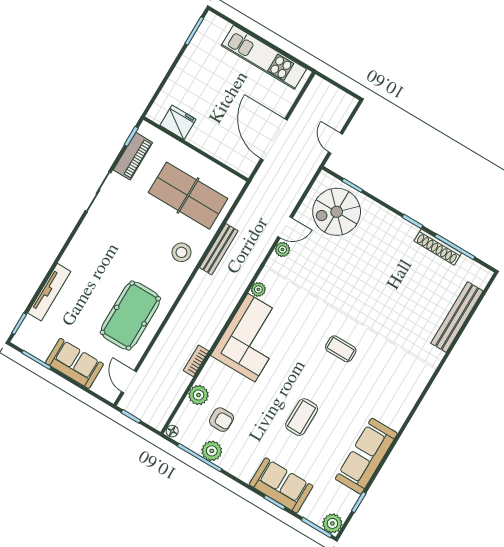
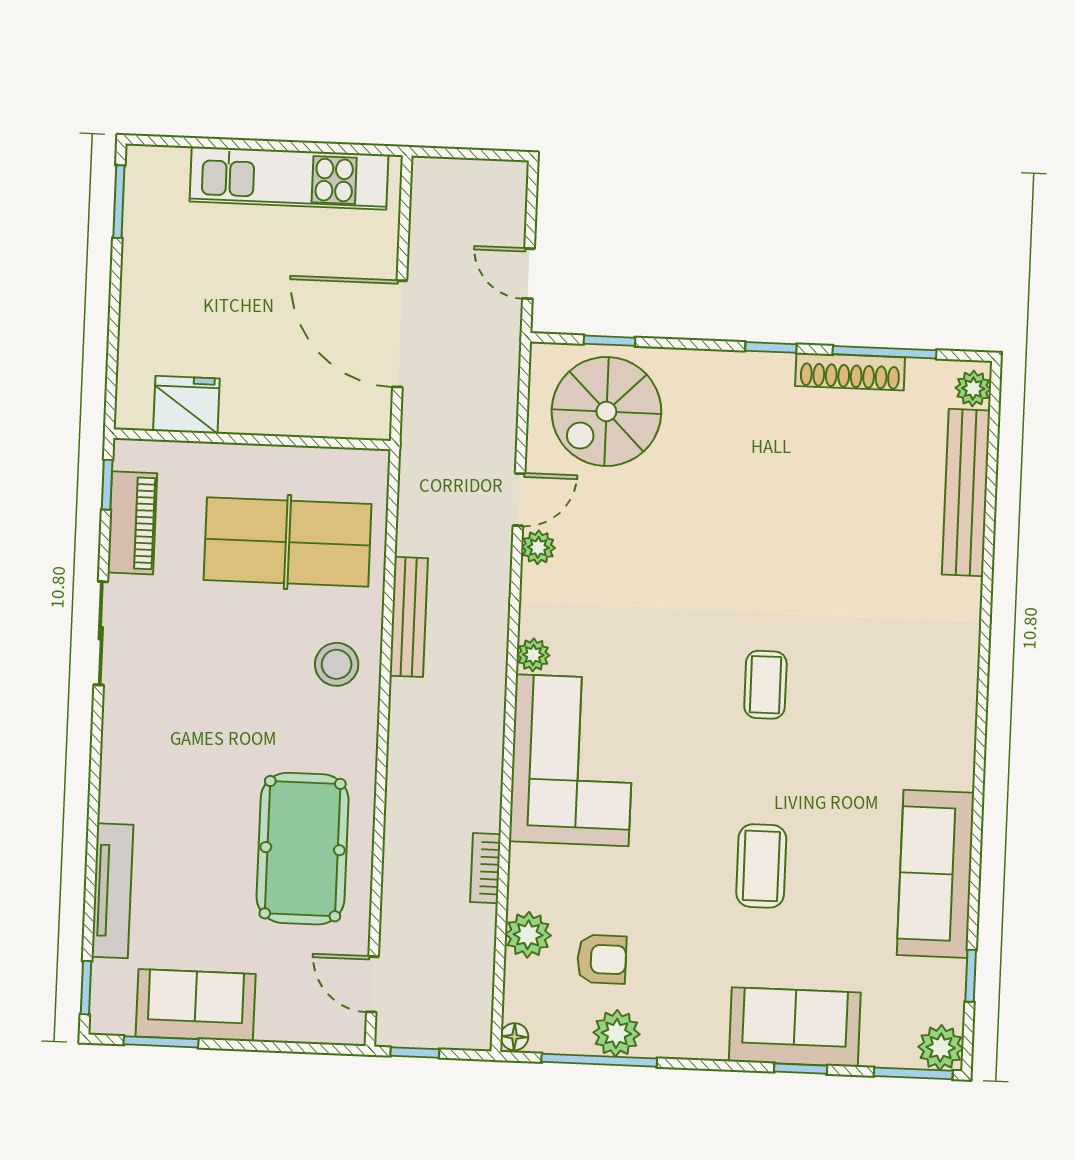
plant: (481, 279) -> (973, 388), added
coffee table: (341, 349) -> (765, 685), turned 90
sofa: (74, 363) -> (196, 1005), moved

